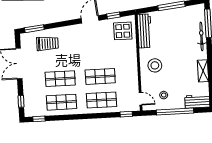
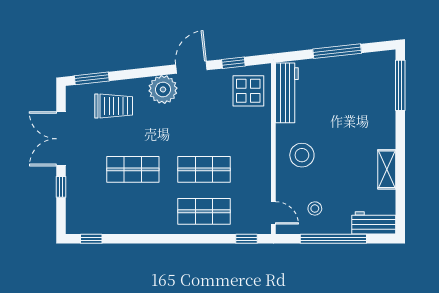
plant: (75, 33) -> (163, 89), added
bicycle: (201, 36) -> (387, 108), removed
window: (21, 101) -> (61, 187), moved
shop shelf: (62, 102) -> (133, 211), removed

